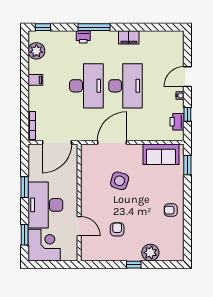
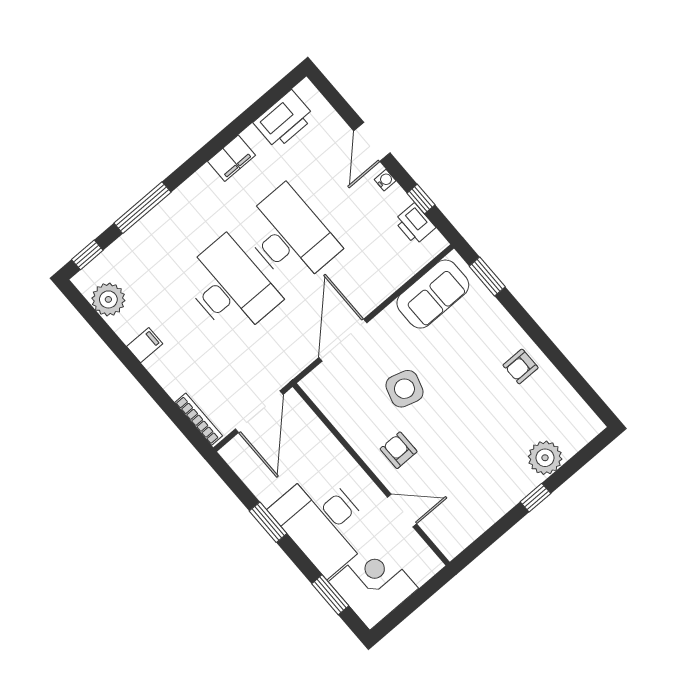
window: (94, 27) -> (142, 208), moved
printer: (83, 37) -> (284, 120), moved, width x1.87, depth x1.48
armchair: (117, 229) -> (399, 450), moved

